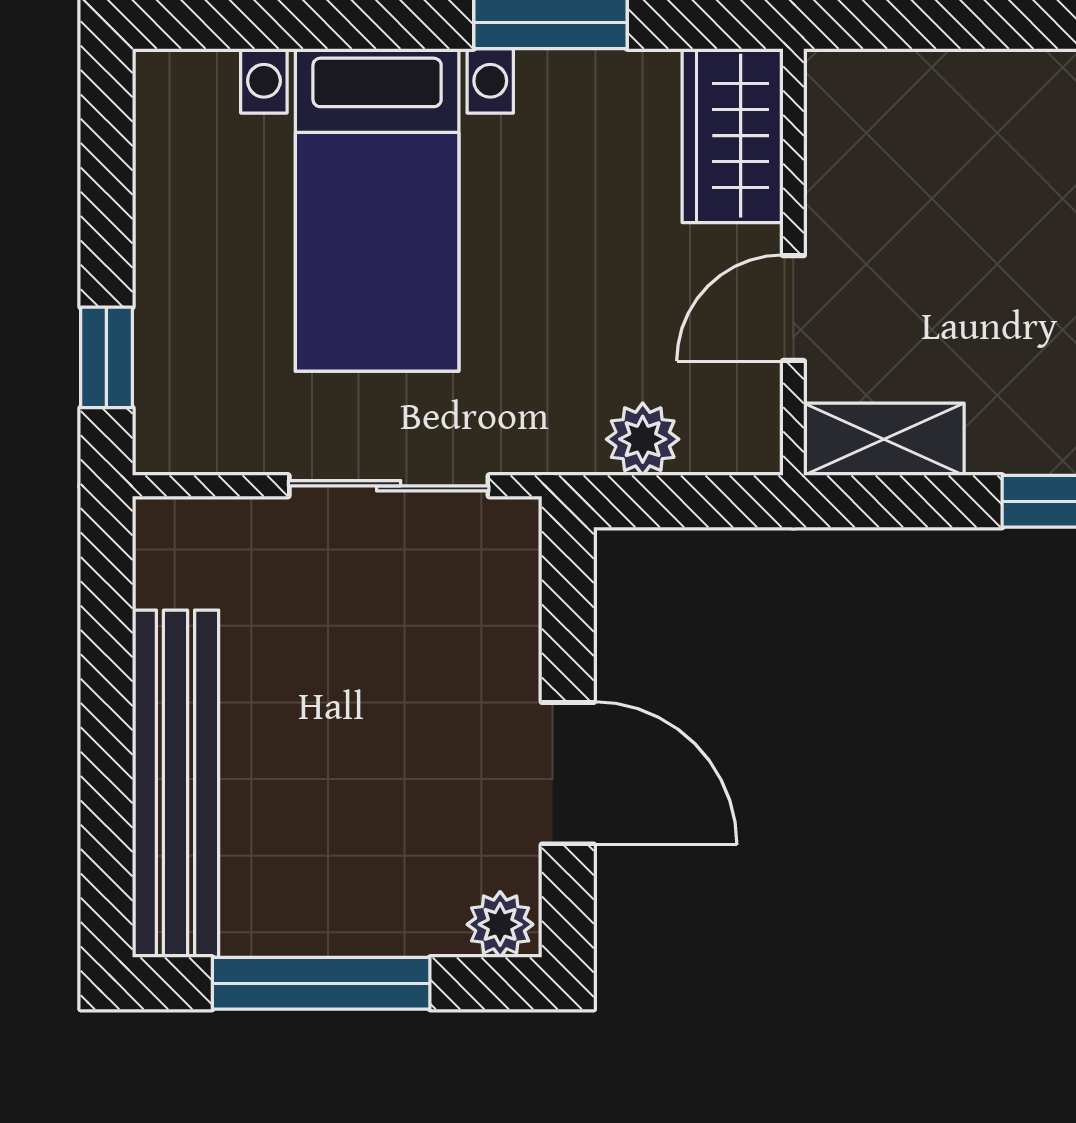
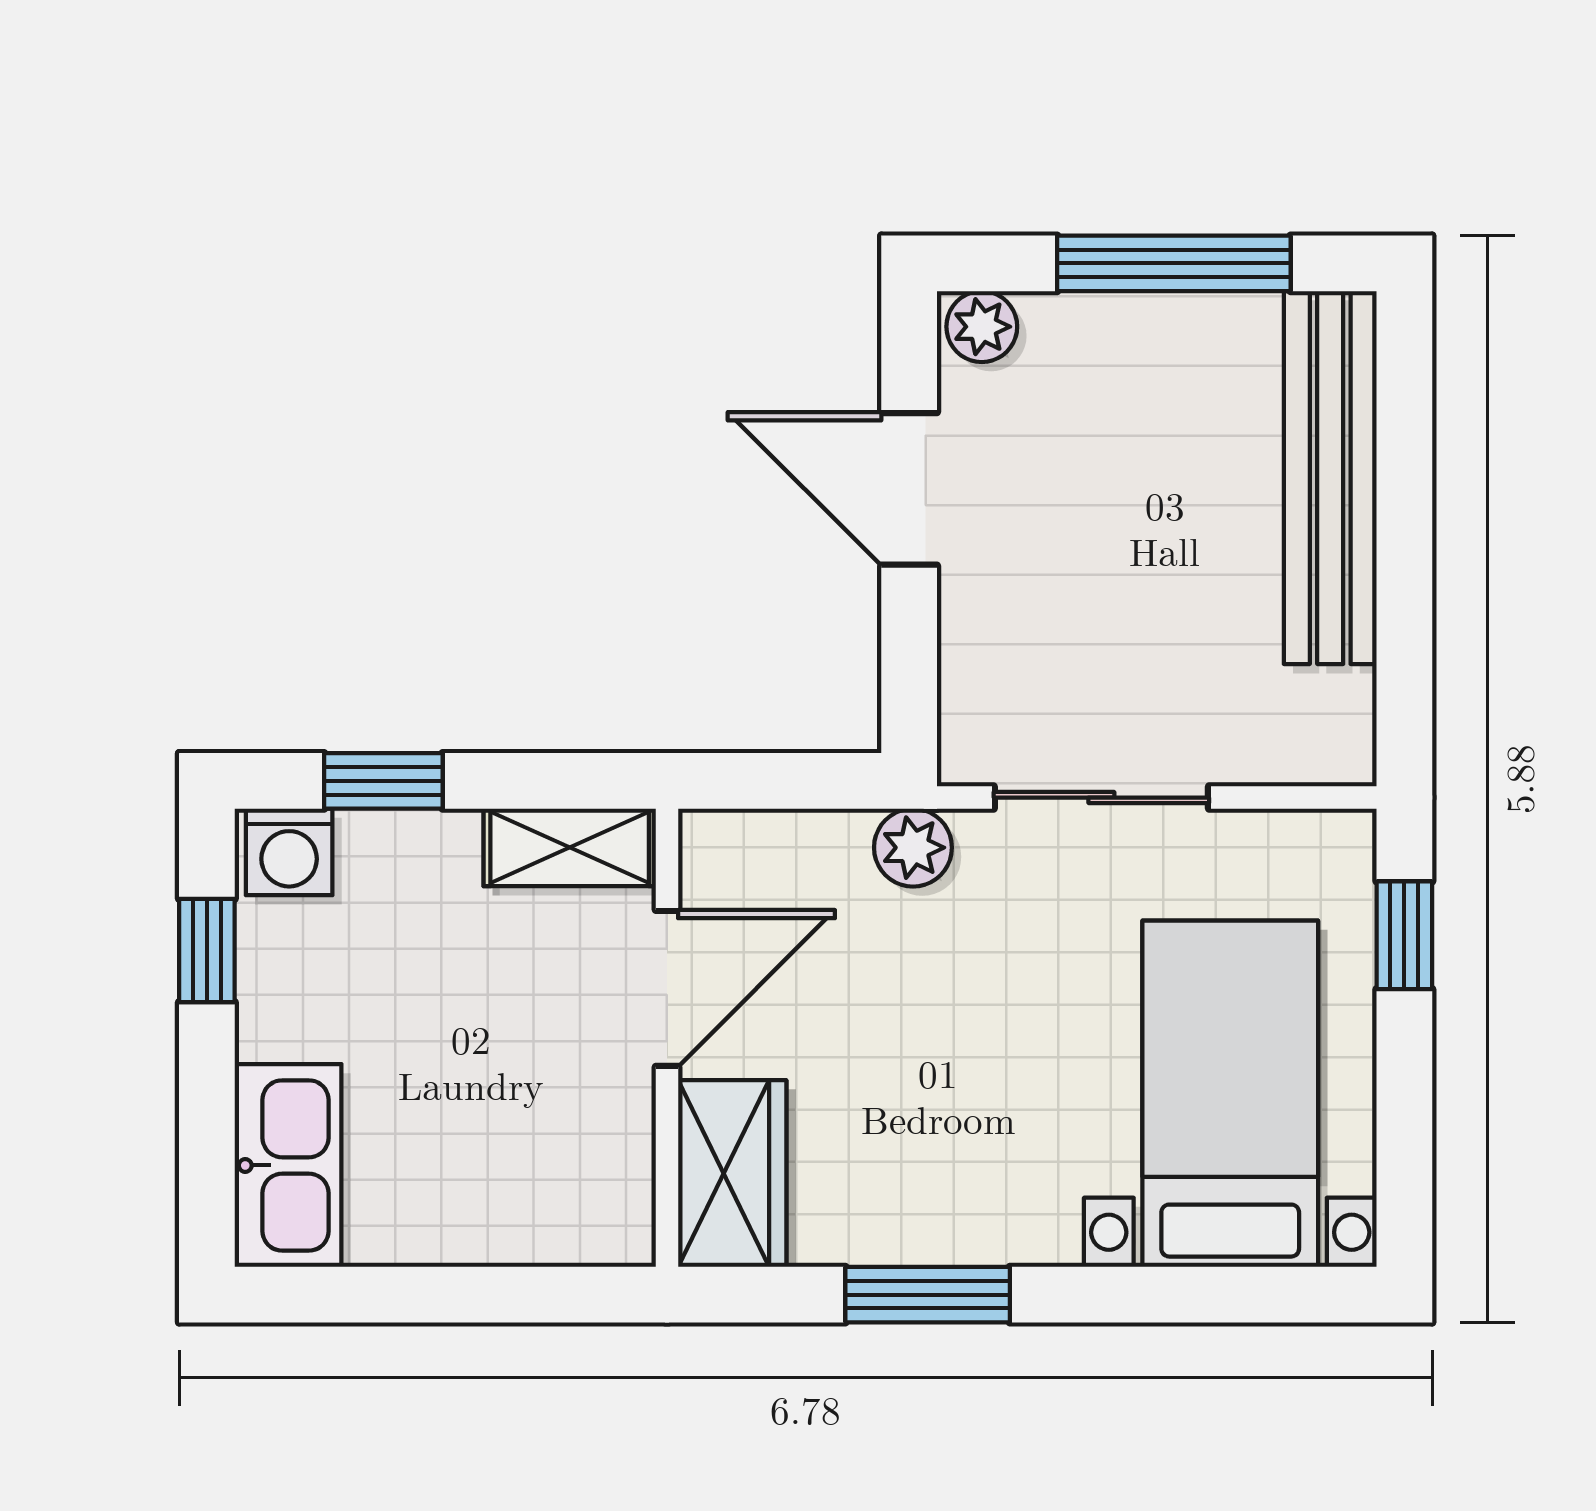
bed with nightstands: (377, 210) -> (1230, 1094), moved
door: (793, 308) -> (667, 988), width x1.38
plant: (643, 439) -> (913, 848), moved

